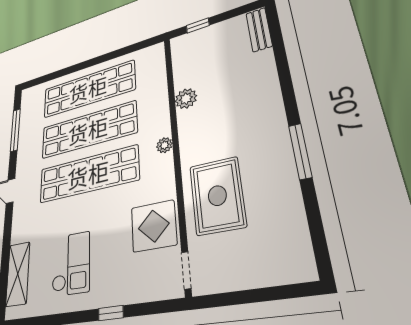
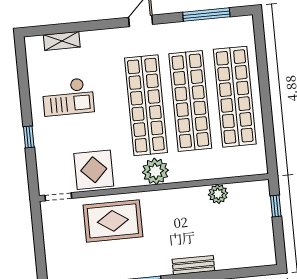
bench: (259, 30) -> (193, 265), moved
plant: (186, 99) -> (218, 194), moved
plant: (164, 145) -> (155, 171), width x1.87, depth x1.87
shelving: (18, 274) -> (62, 41), width x0.67, depth x0.75

